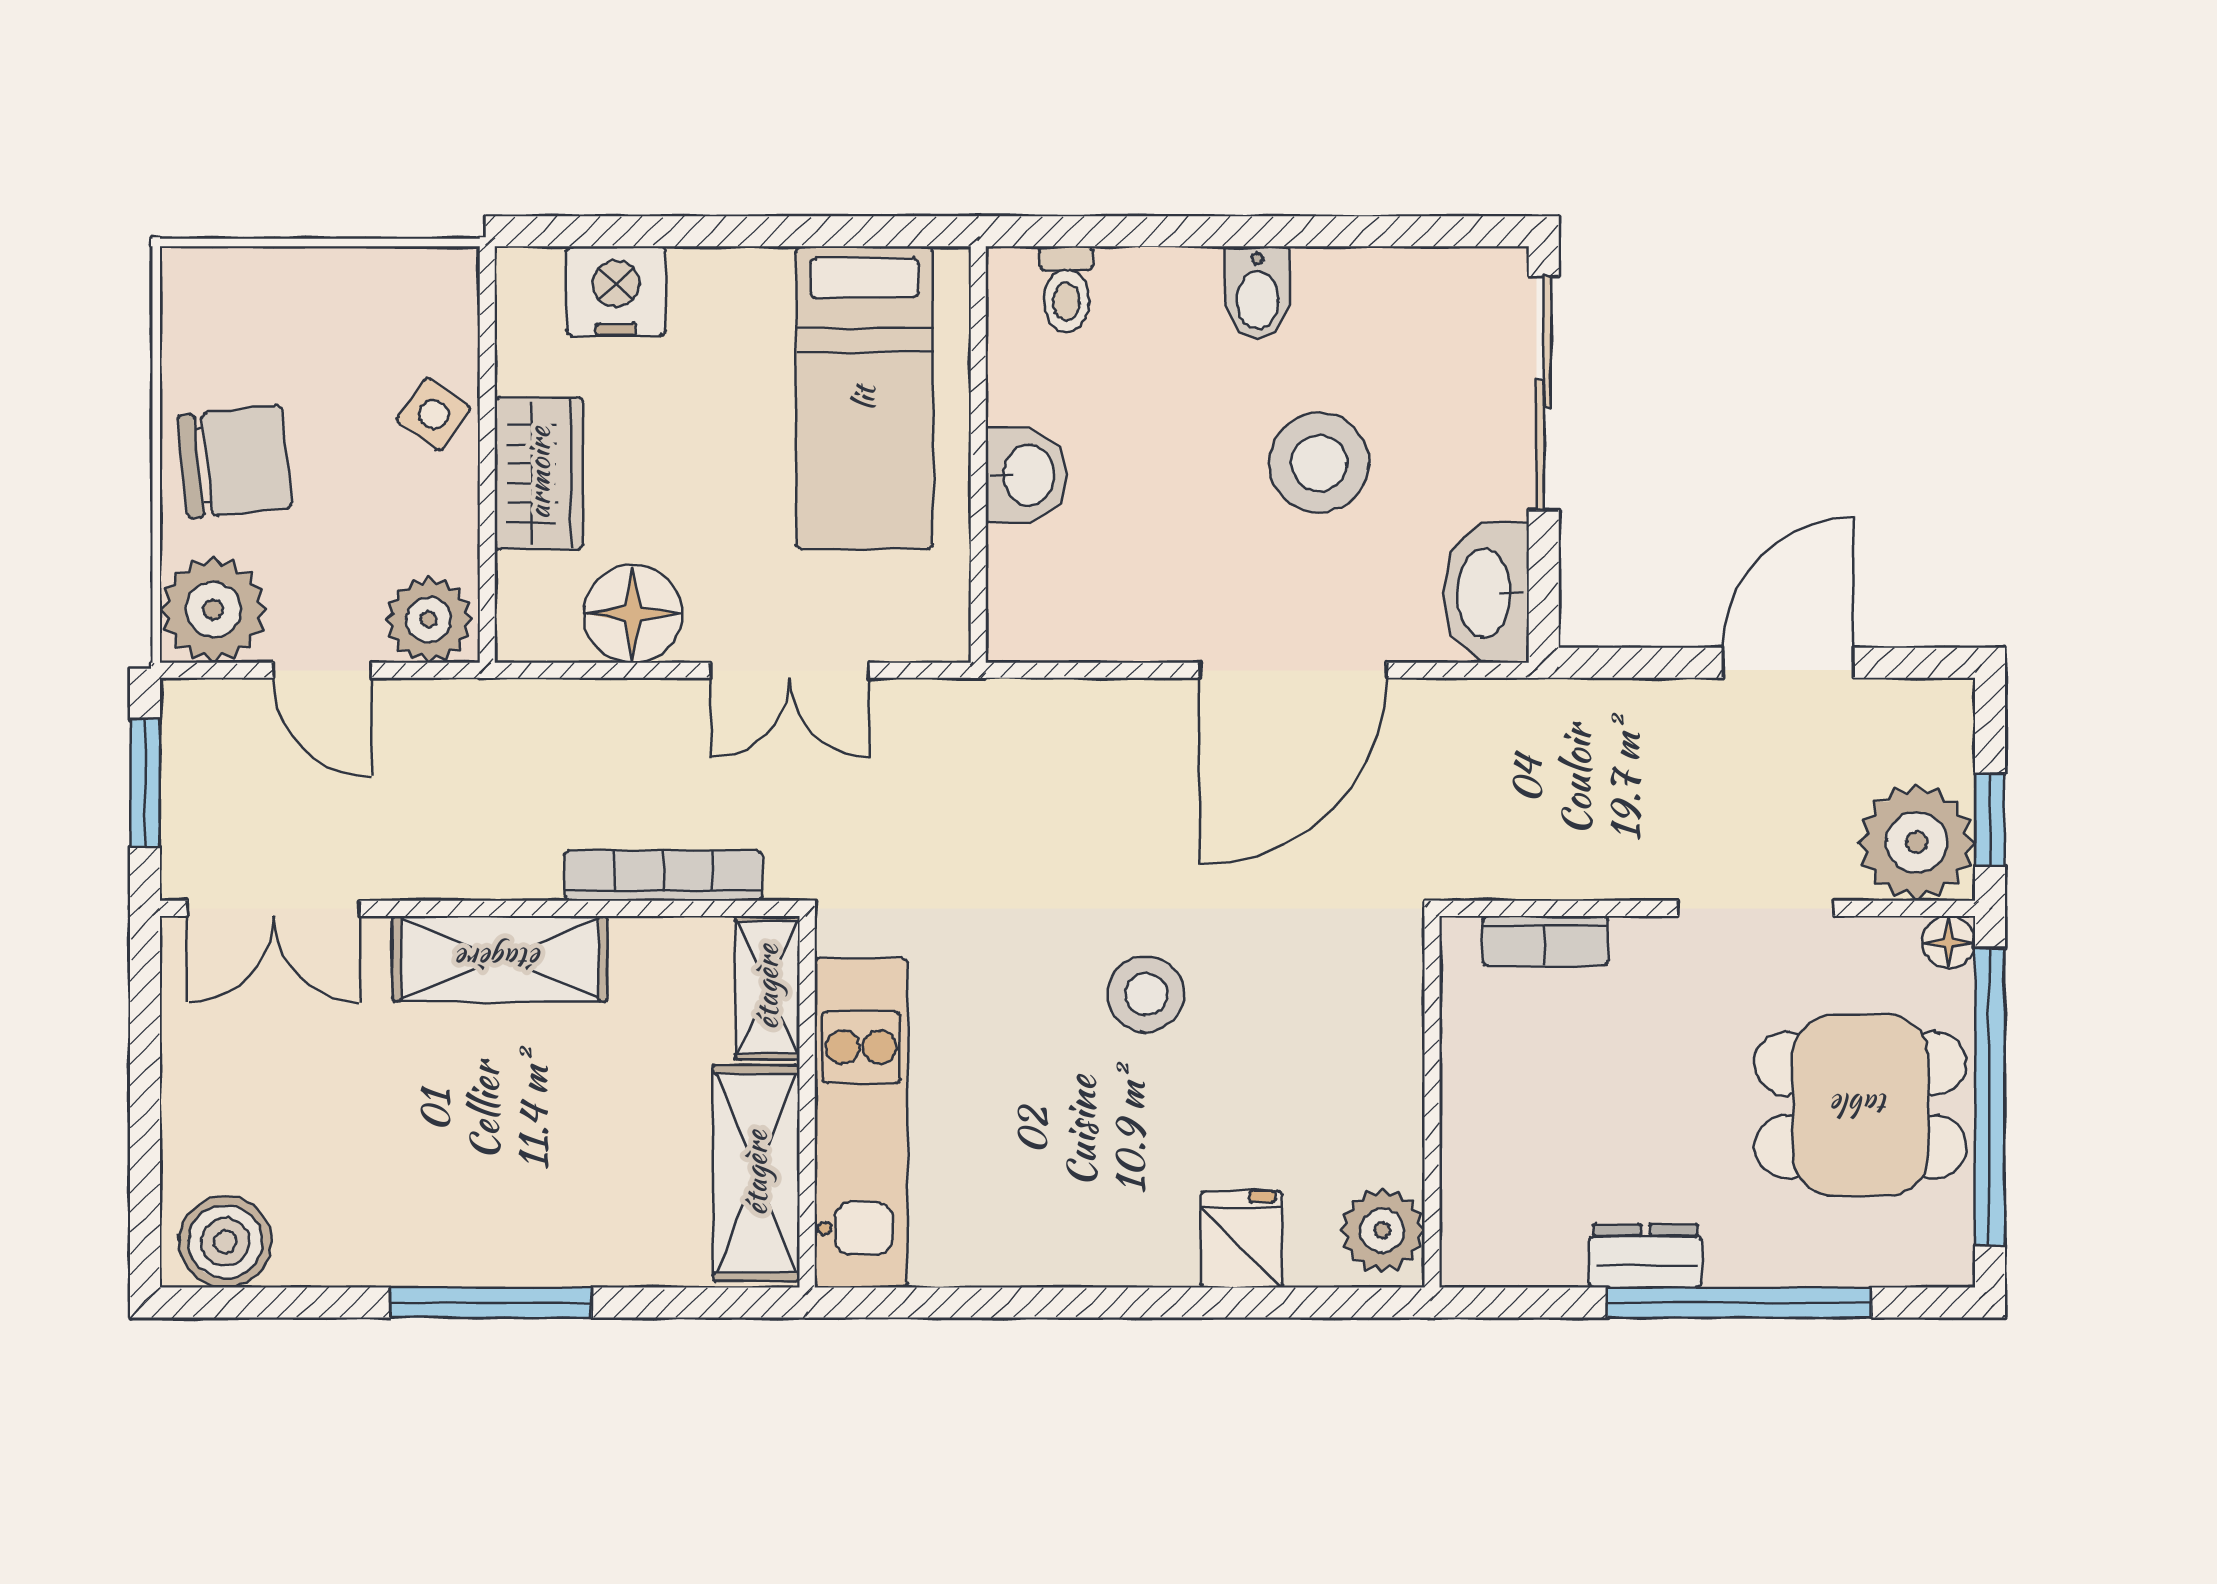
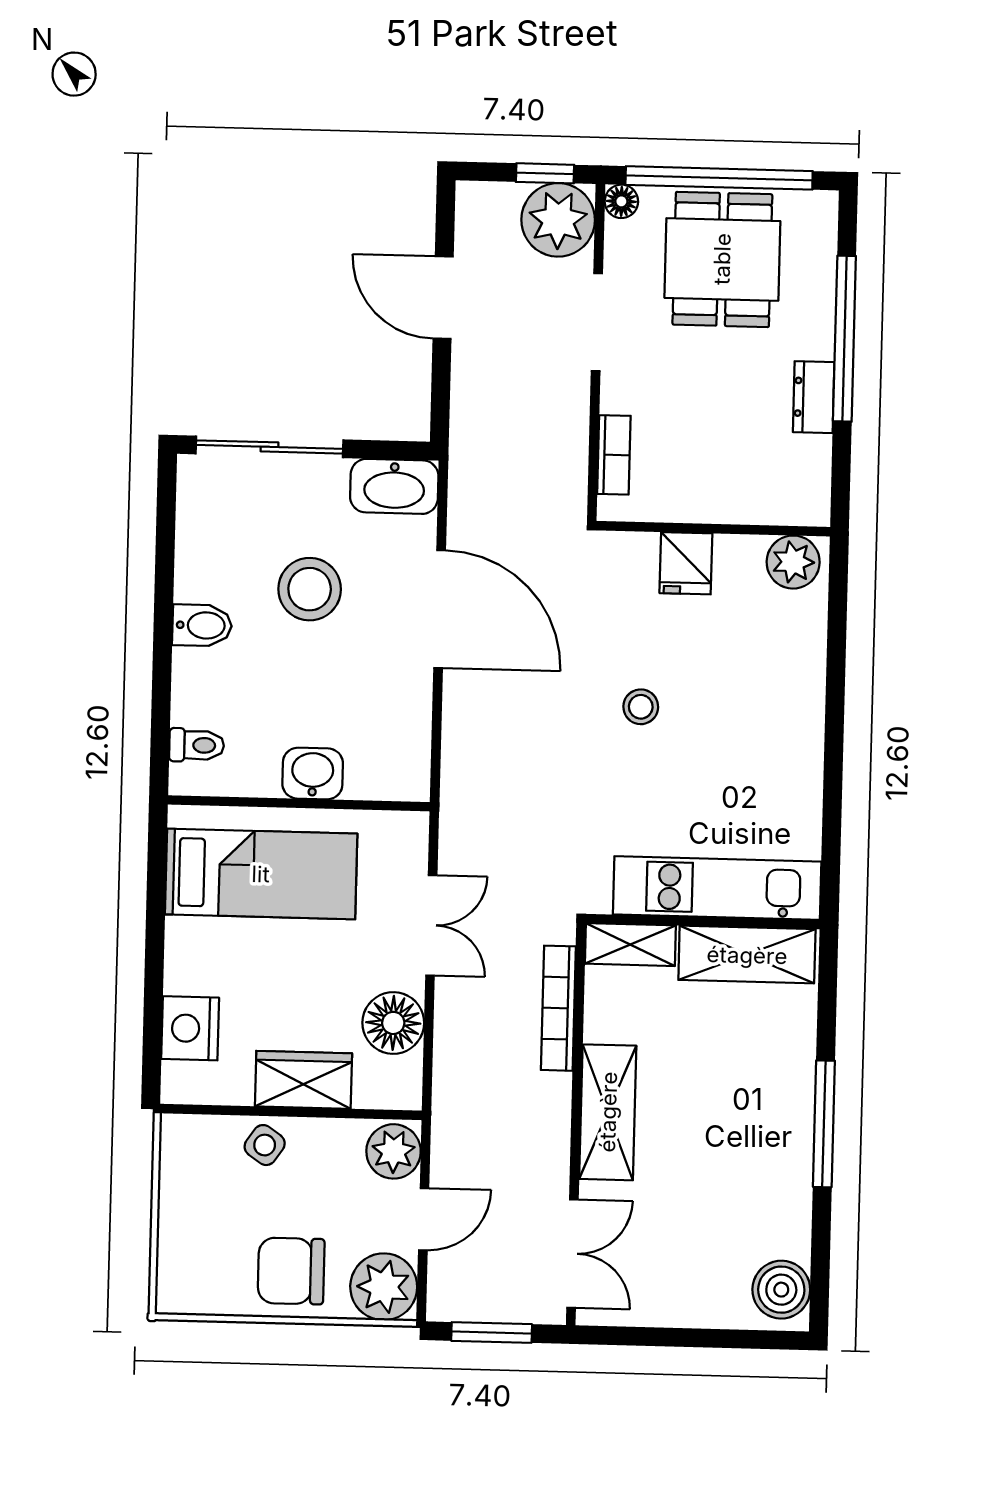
chair: (234, 462) -> (291, 1271), turned -84
stool: (1146, 994) -> (641, 707), width x0.73, depth x0.73
fridge: (1241, 1239) -> (686, 563), moved, turned -90

